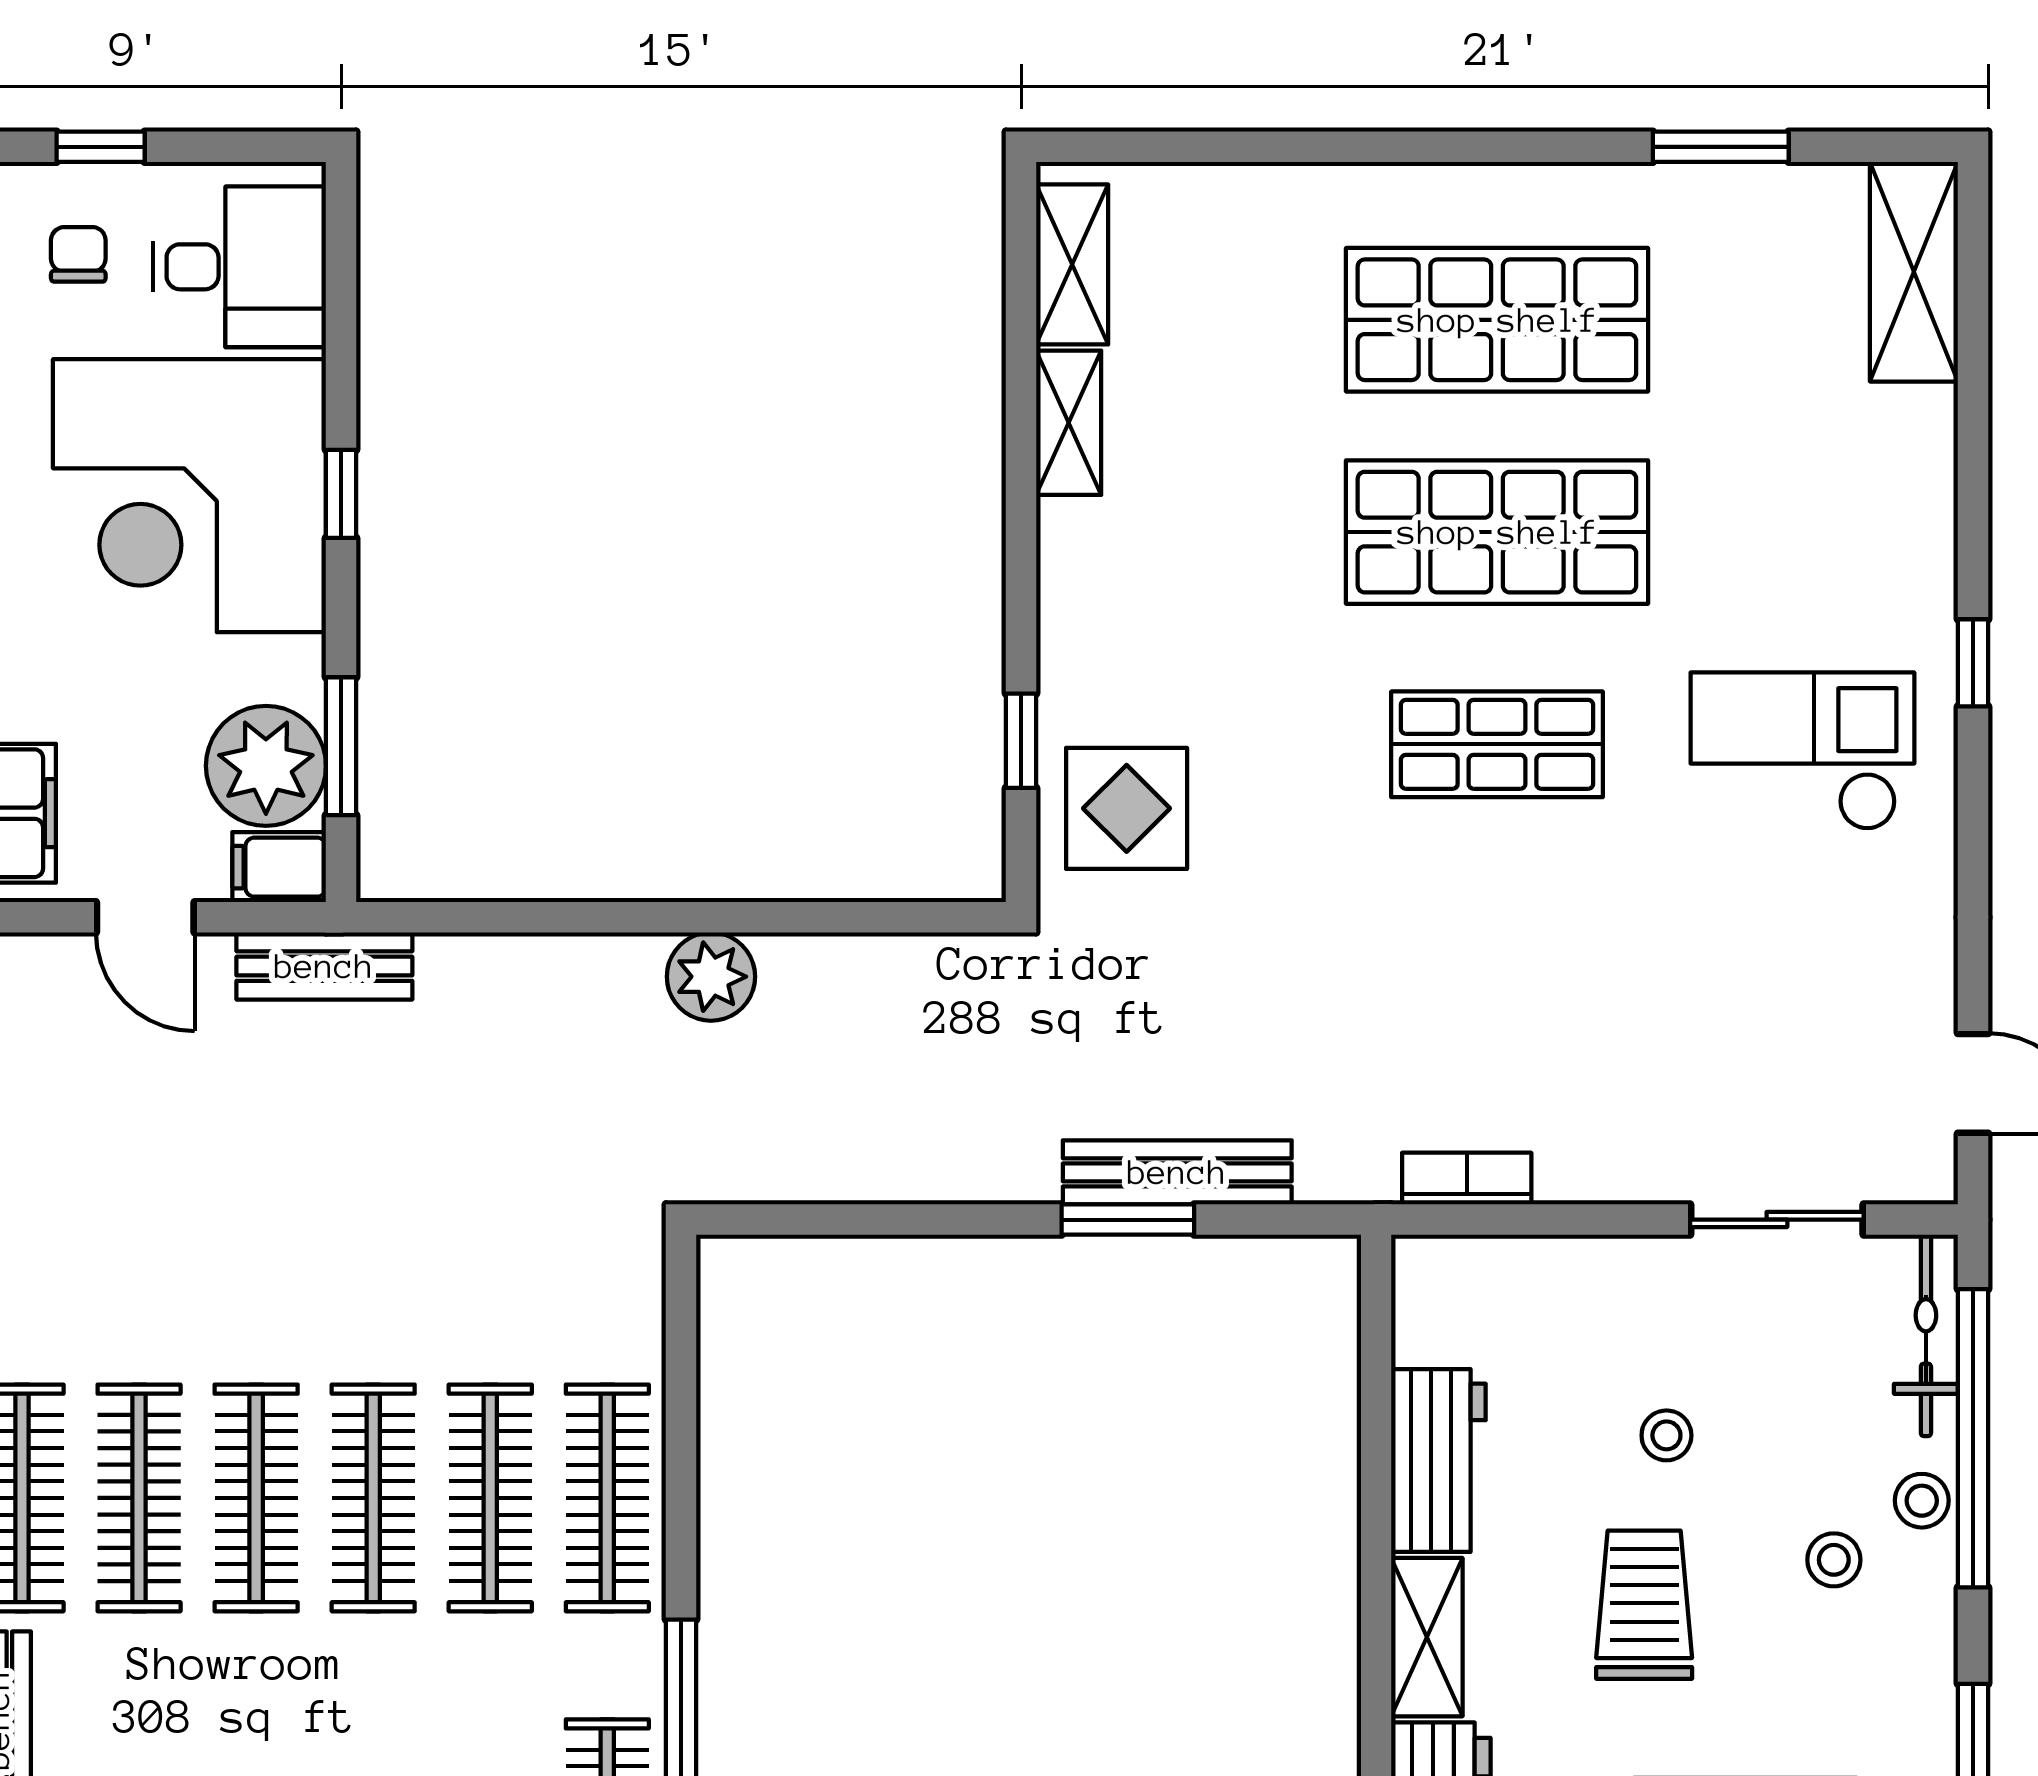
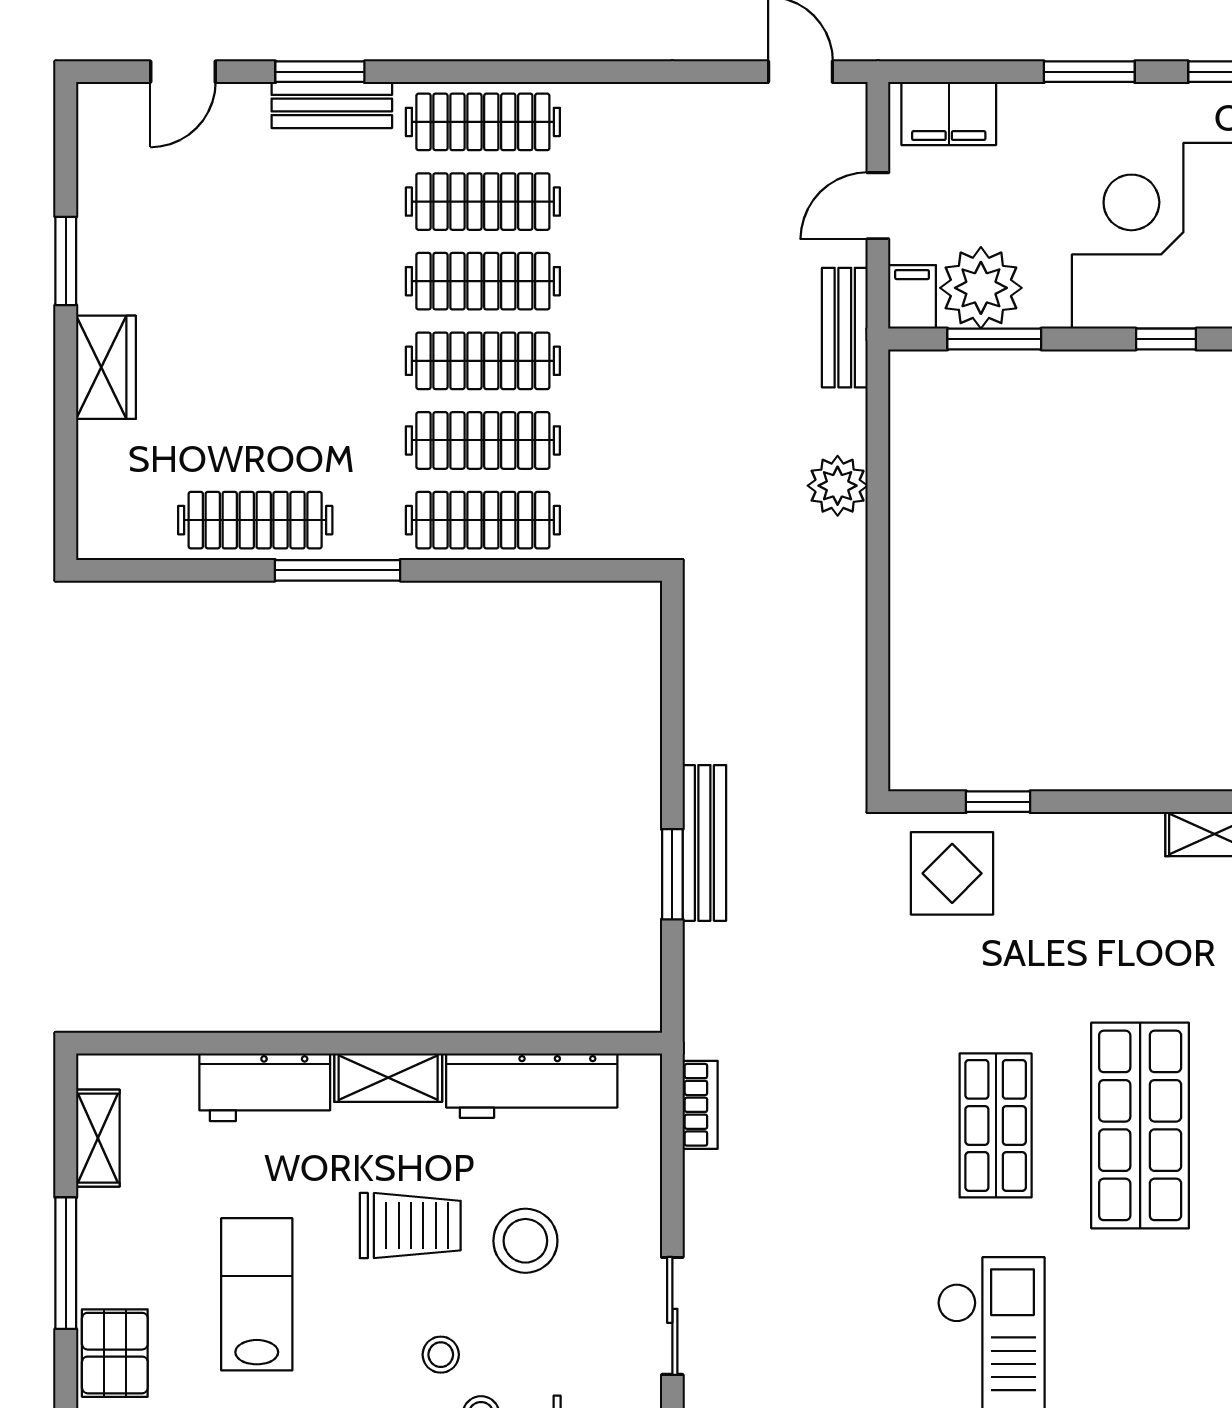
plant: (711, 977) -> (838, 486), moved
bench: (1177, 1172) -> (704, 843), moved
stool: (1666, 1435) -> (525, 1241), width x1.89, depth x1.89
workbench: (1438, 1460) -> (532, 1086), width x1.37

